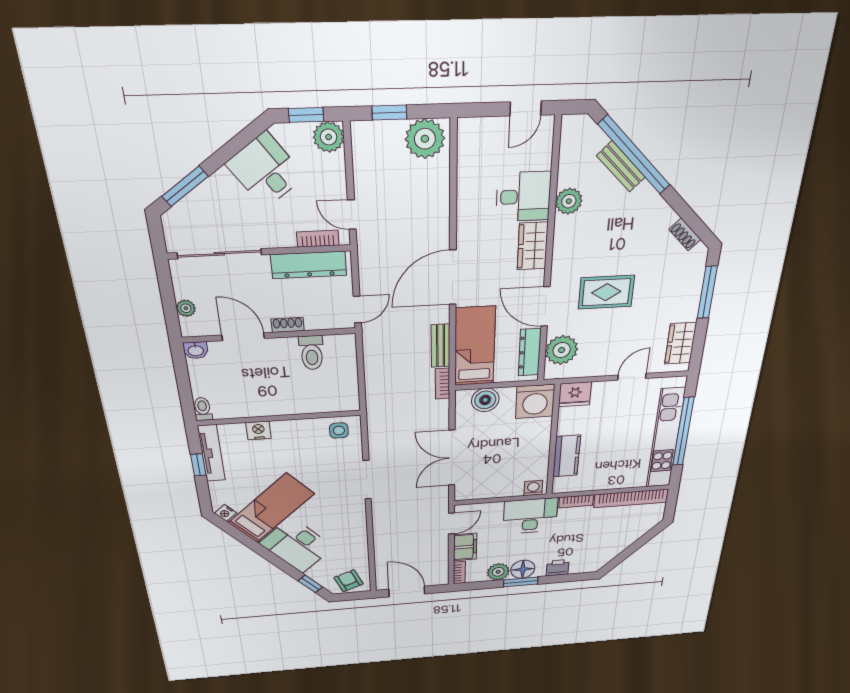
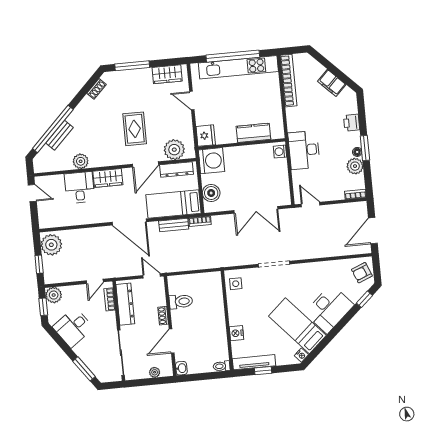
bookcase: (576, 501) -> (291, 120), removed
filing cabinet: (465, 547) -> (332, 83), moved, turned -135
floor lamp: (523, 569) -> (357, 152), width x0.53, depth x0.53

